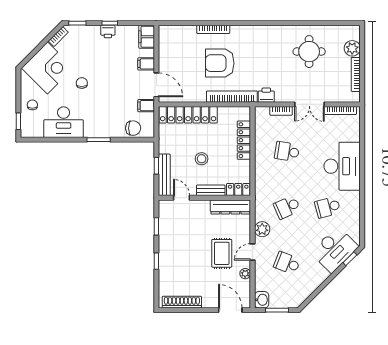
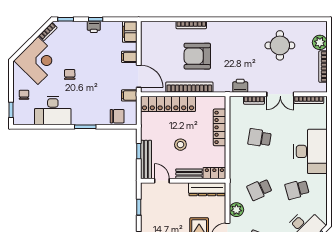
bookcase: (232, 97) -> (189, 87), moved

